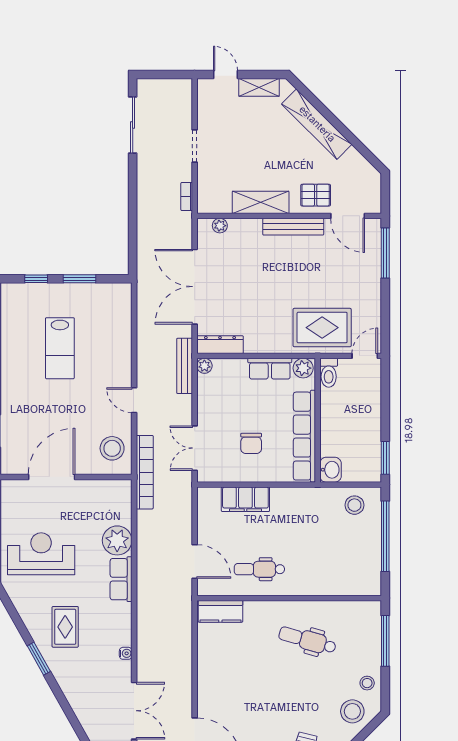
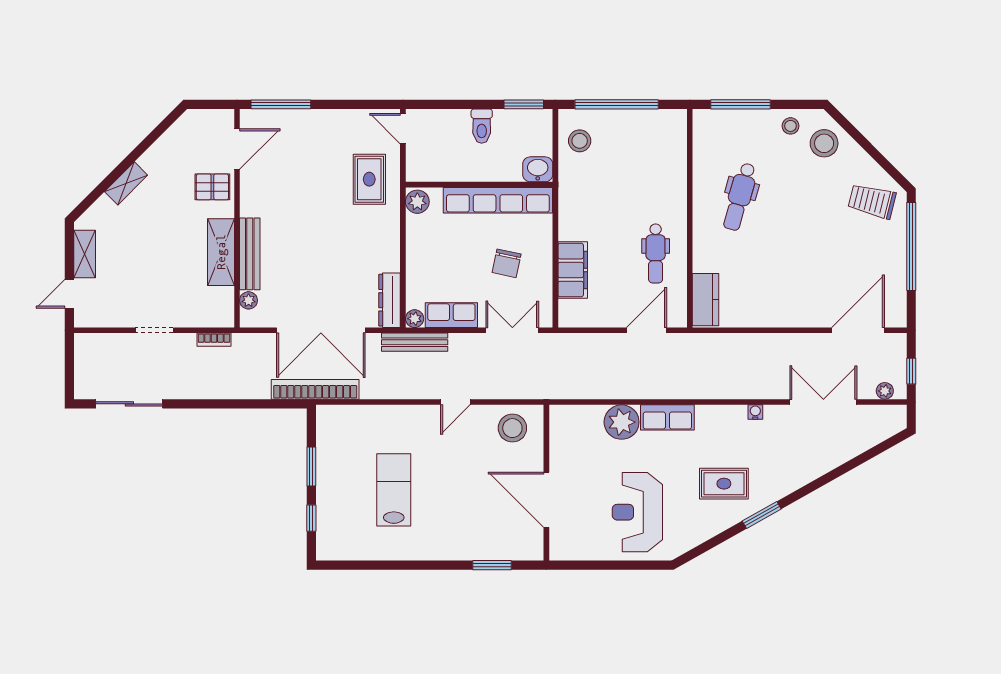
shelving: (317, 124) -> (126, 183), width x0.45, depth x0.75
pallet: (316, 195) -> (212, 187), turned 90
bench: (293, 227) -> (250, 254), moved
rug: (322, 328) -> (369, 179), width x0.73, depth x0.70
lab bench: (60, 348) -> (394, 490), turned -90
row of seats: (270, 369) -> (451, 315), moved, turned -90
toilet: (329, 373) -> (482, 126), moved, turned 90
chair: (251, 443) -> (507, 263), turned 102
double door: (195, 448) -> (512, 330), swing flipped
bookcase: (145, 472) -> (315, 389), moved

